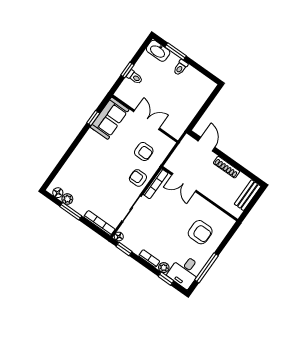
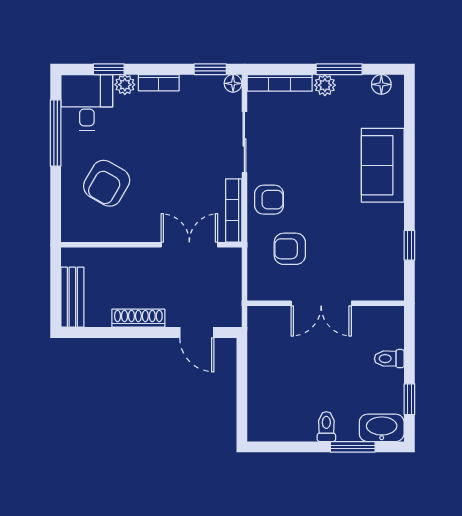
window: (127, 70) -> (409, 399), moved
sofa: (110, 118) -> (383, 165), moved
plant: (67, 199) -> (325, 85), moved
armchair: (200, 232) -> (107, 183), turned -60

